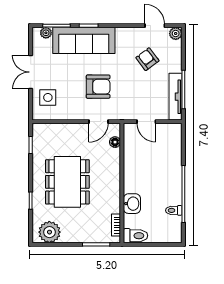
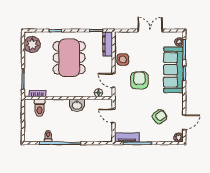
armchair: (98, 87) -> (139, 80), turned 180
side table: (48, 97) -> (123, 59), moved
tv unit: (176, 97) -> (127, 137), width x0.71
door: (146, 122) -> (114, 116), hinge flipped
dresser: (49, 130) -> (108, 44), added
dining table: (67, 182) -> (69, 58), turned 90
washbasin: (132, 204) -> (77, 105), moved
toilet: (136, 236) -> (40, 108), moved

